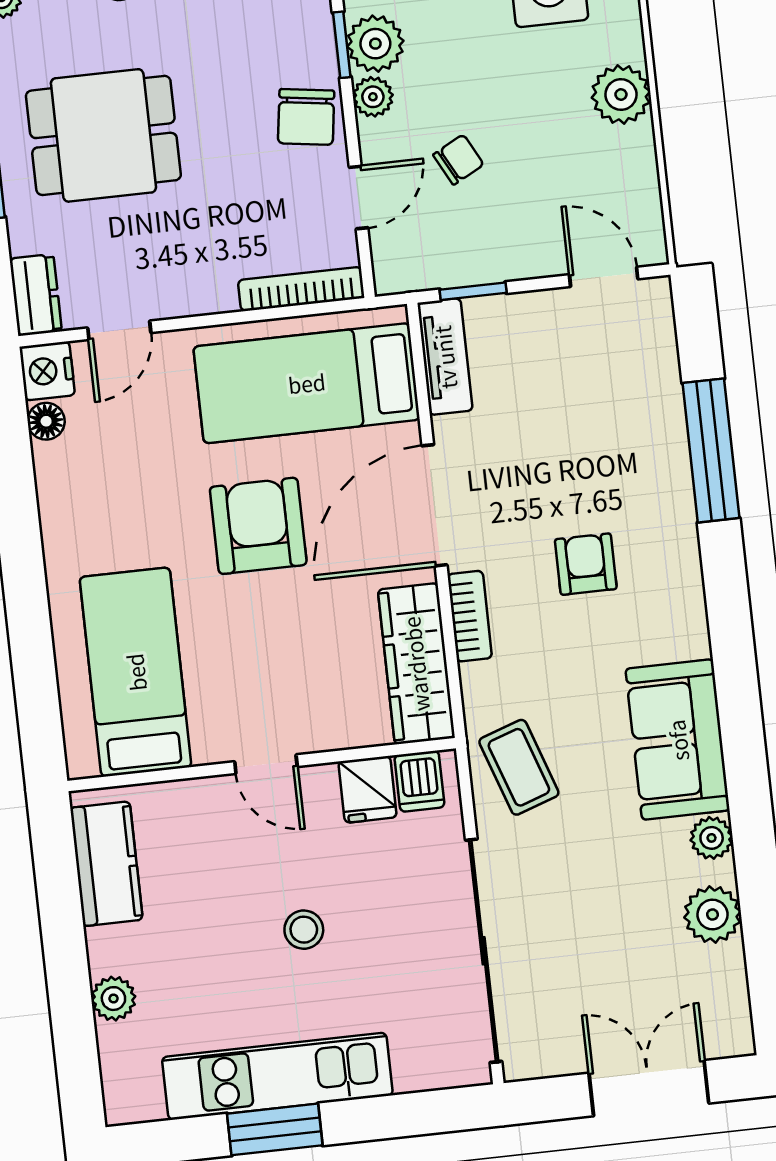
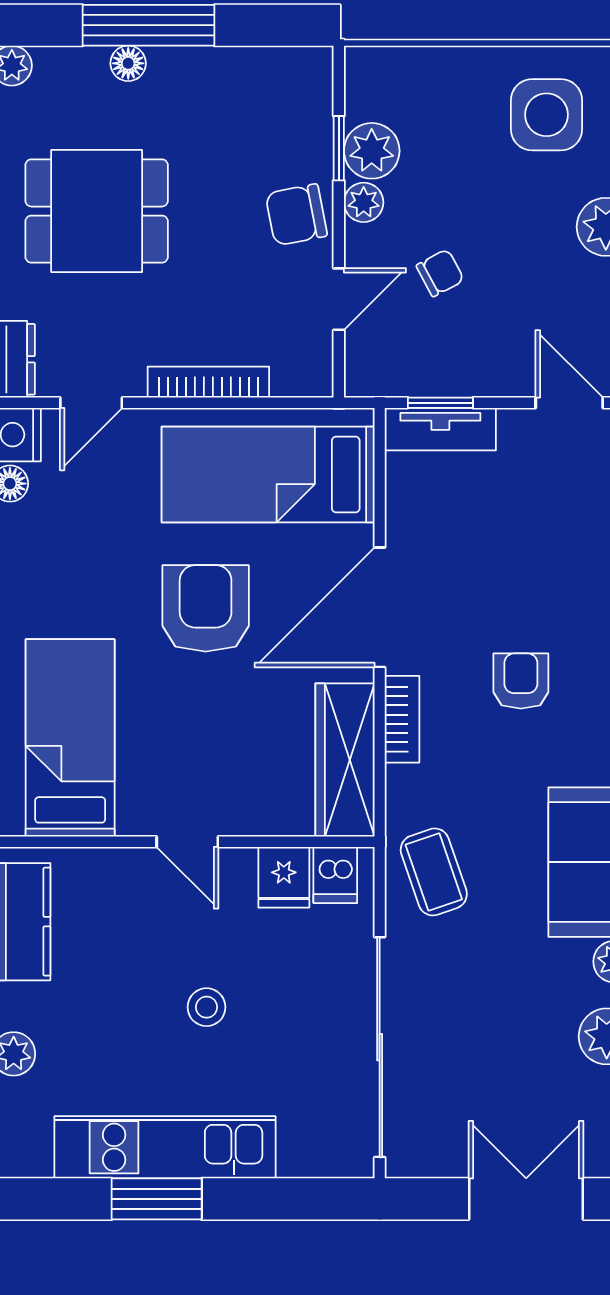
chair: (306, 117) -> (296, 215), turned 71
bookcase: (301, 289) -> (208, 382), moved
tv unit: (445, 357) -> (440, 429), moved, turned 90

